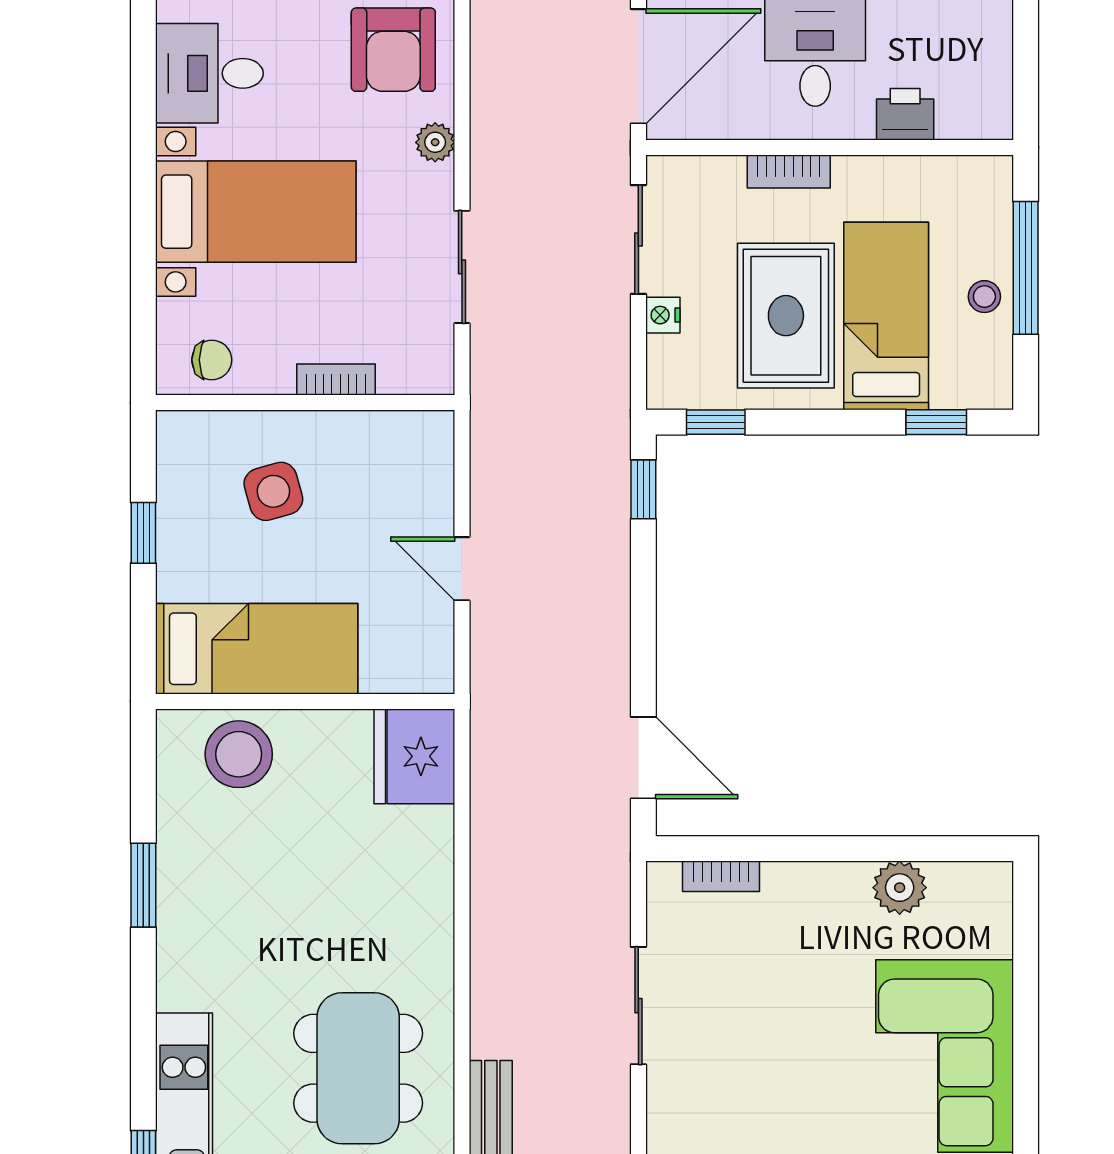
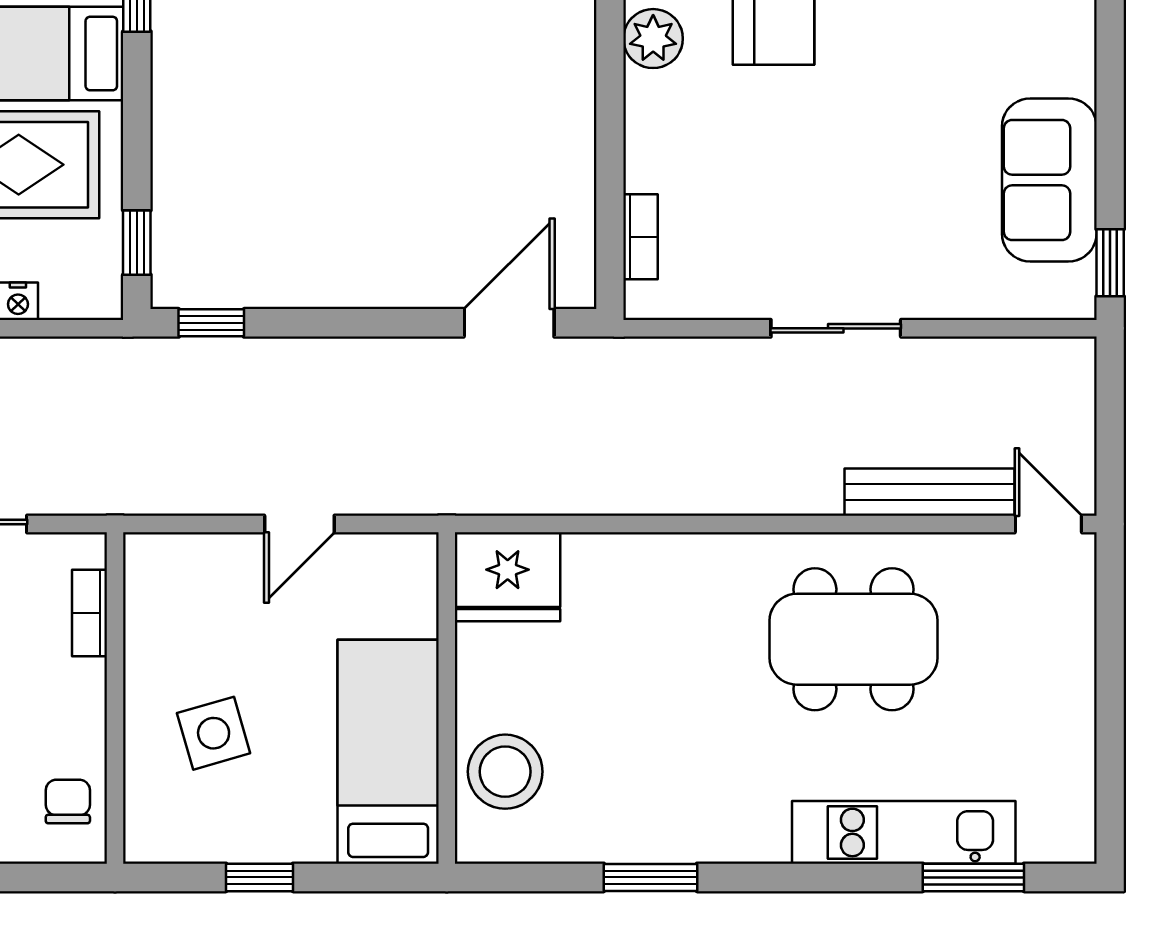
bookcase: (336, 380) -> (90, 613), moved
sliding door: (638, 1006) -> (836, 328), moved

